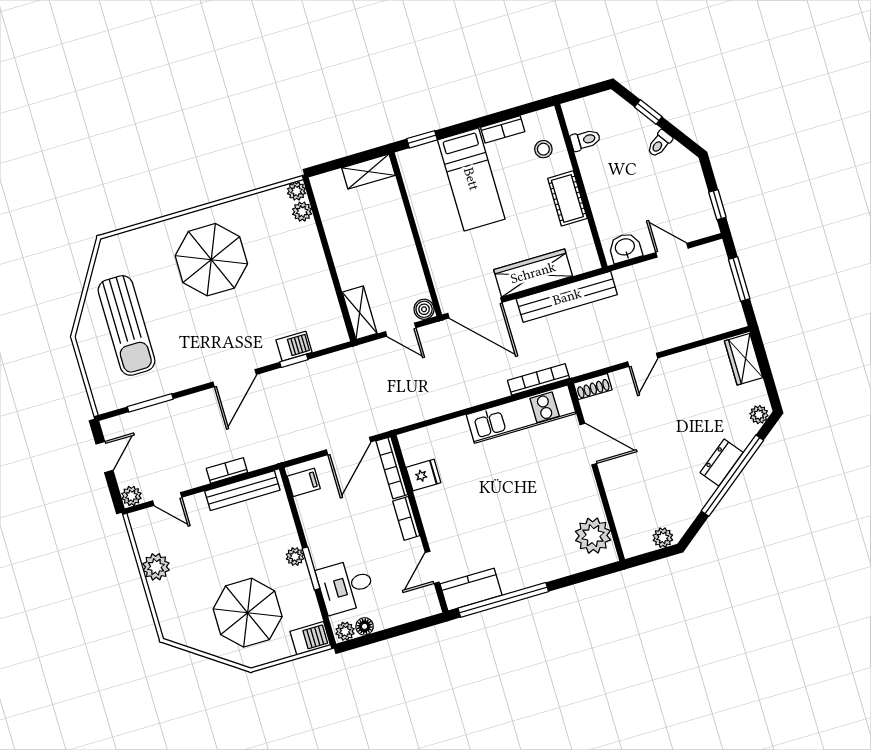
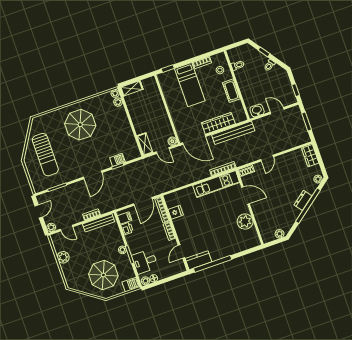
shelving: (369, 172) -> (132, 88), moved
printer: (308, 507) -> (127, 229), added
plant: (593, 536) -> (245, 222), moved

